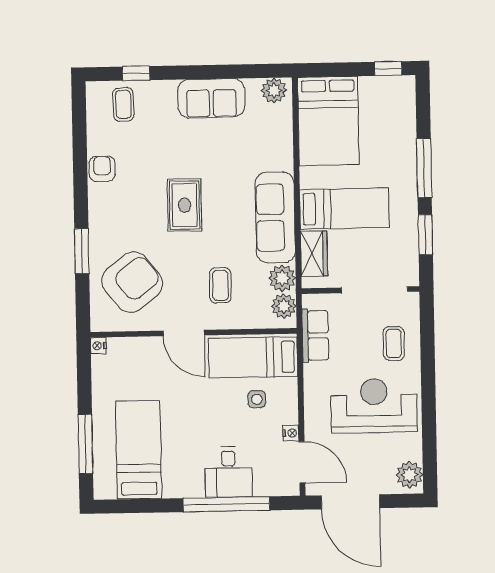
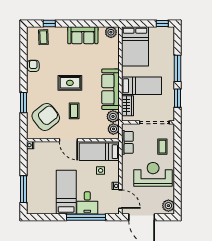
rug: (185, 205) -> (70, 83), turned 90
coffee table: (220, 285) -> (74, 111), moved
bed: (139, 450) -> (66, 192), moved

